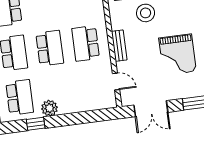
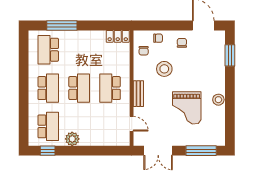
window: (36, 124) -> (48, 151), moved

